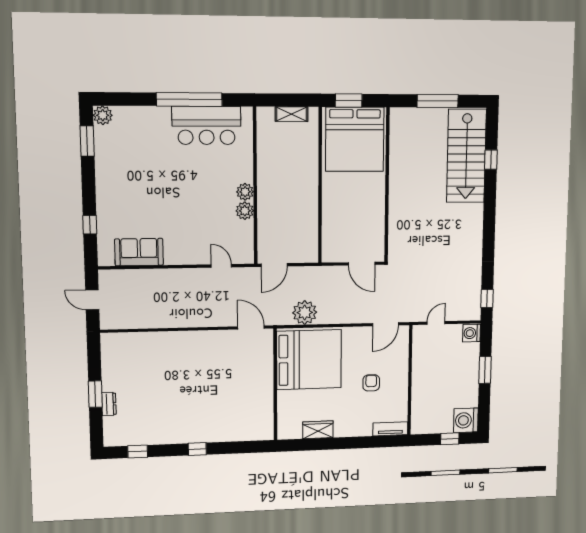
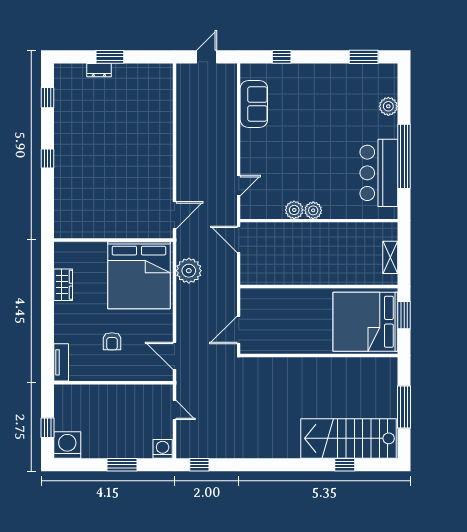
plant: (103, 115) -> (388, 106), moved
armchair: (371, 383) -> (112, 341), turned 90

